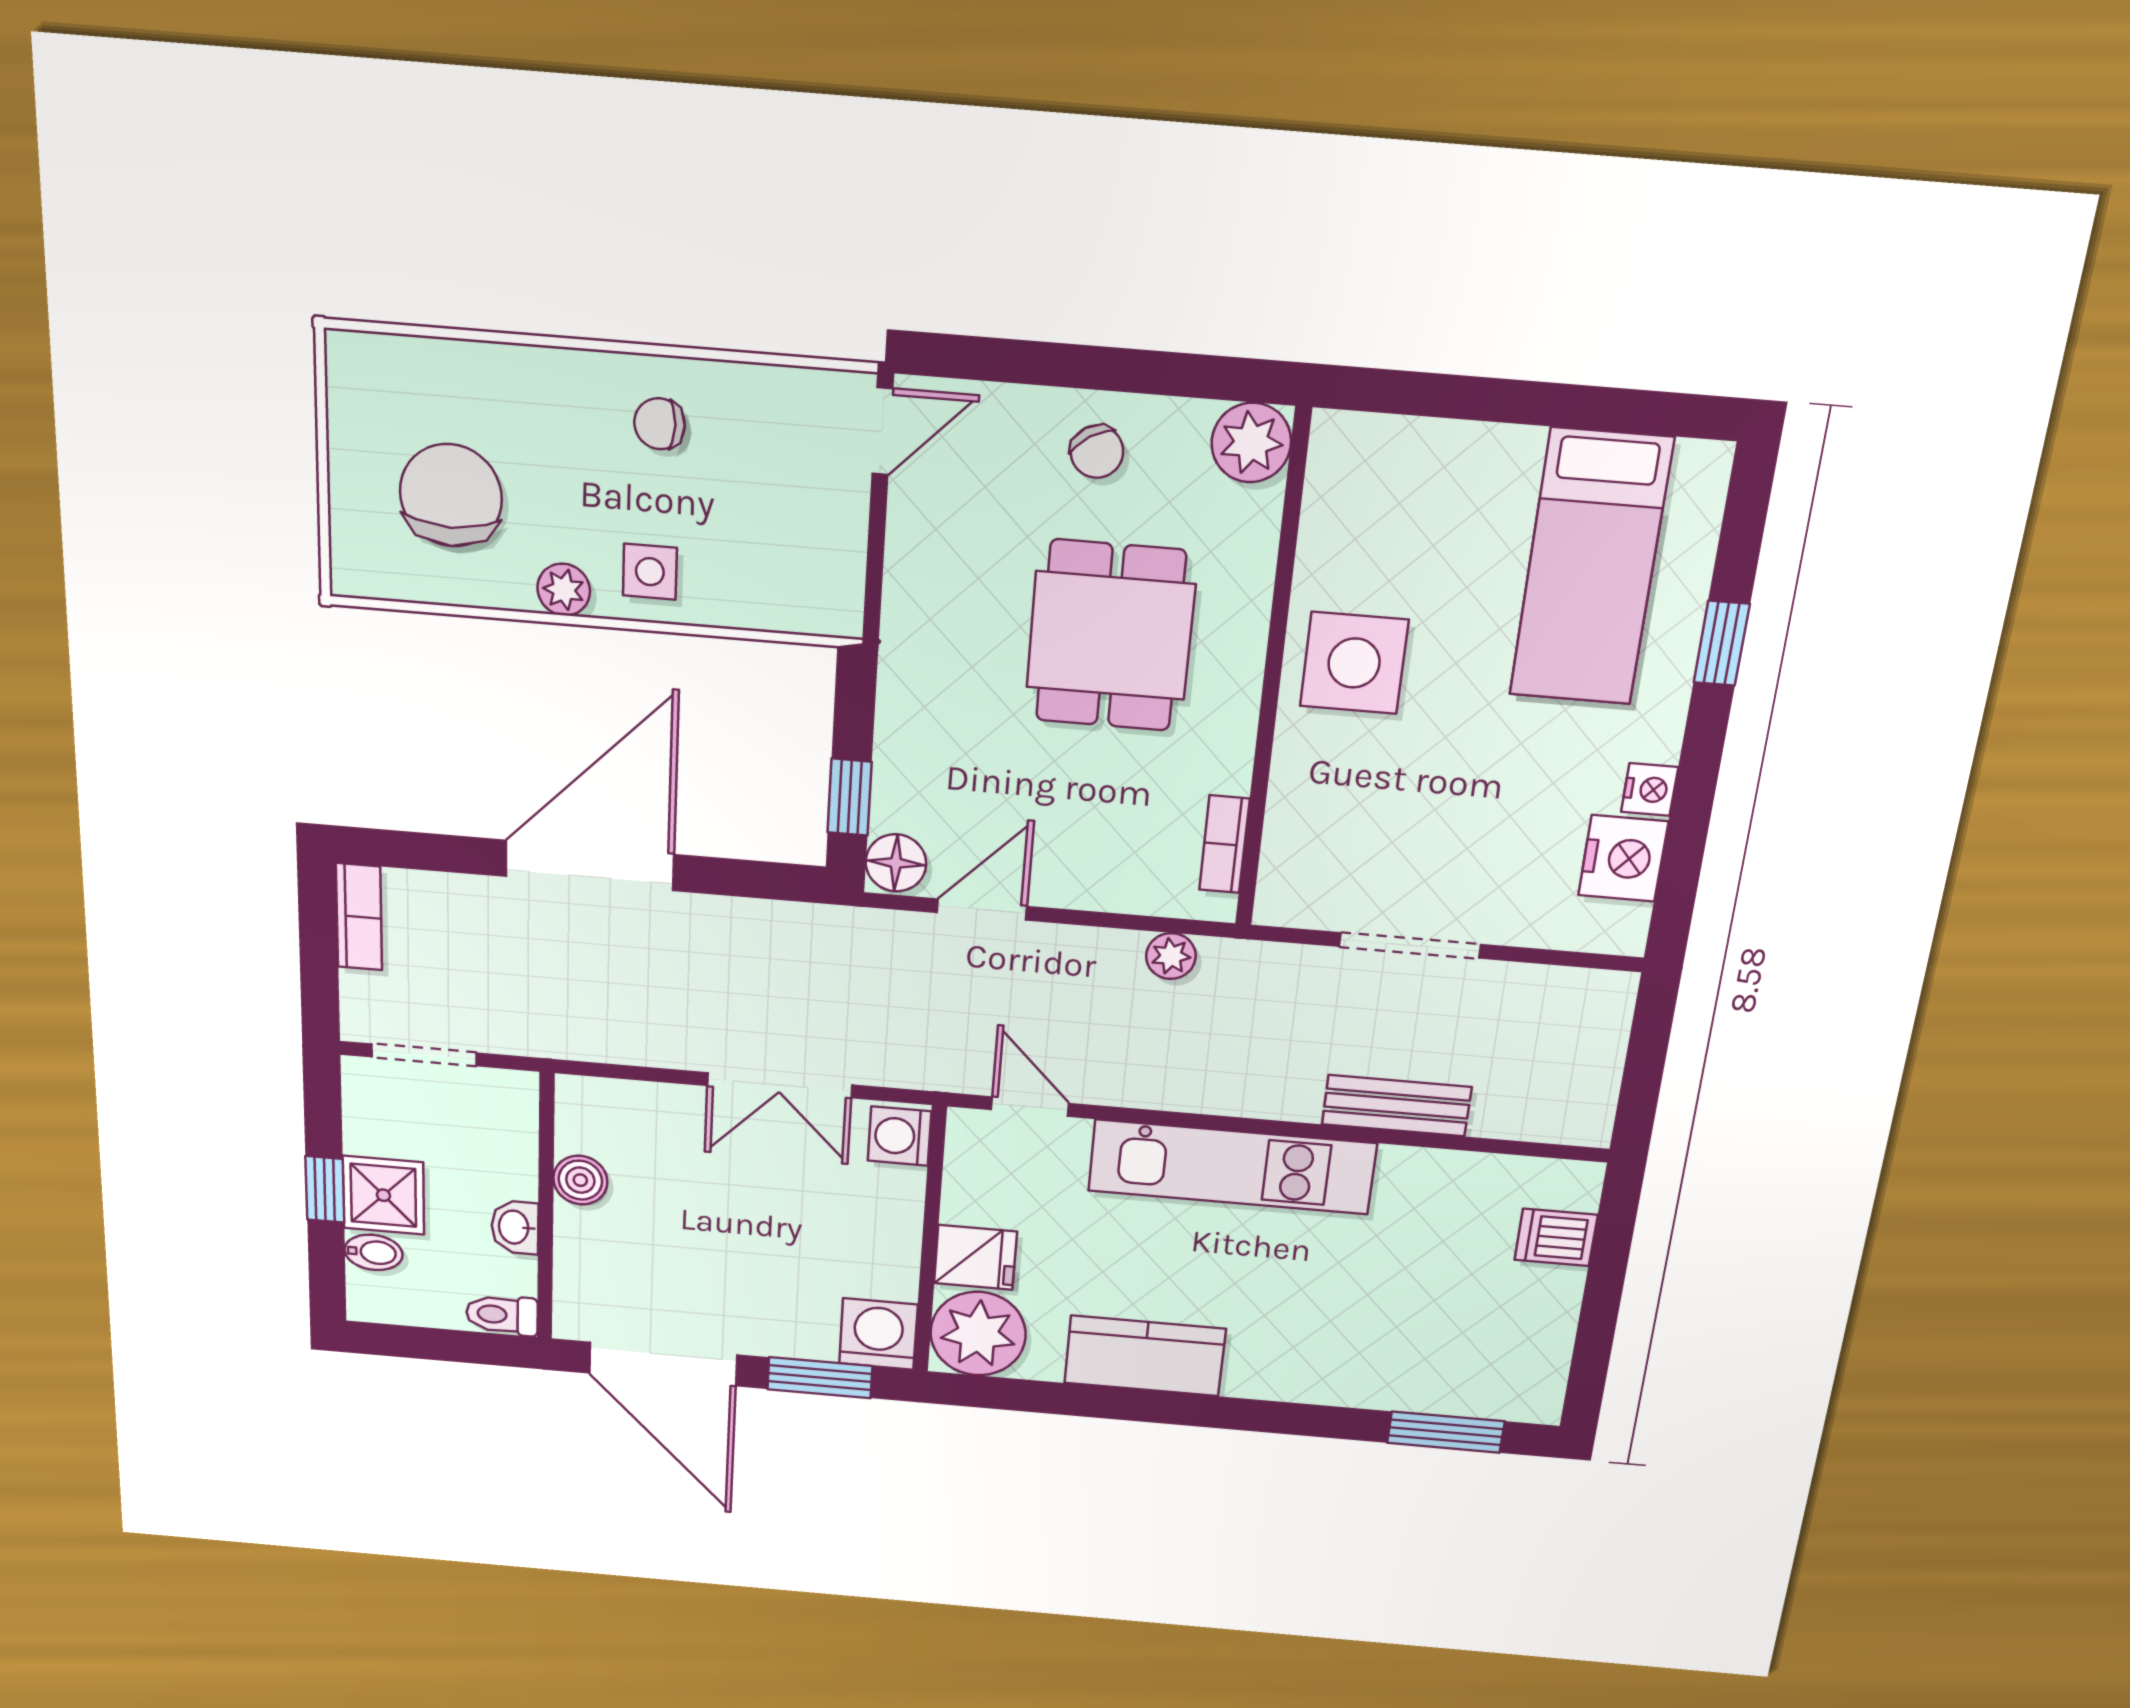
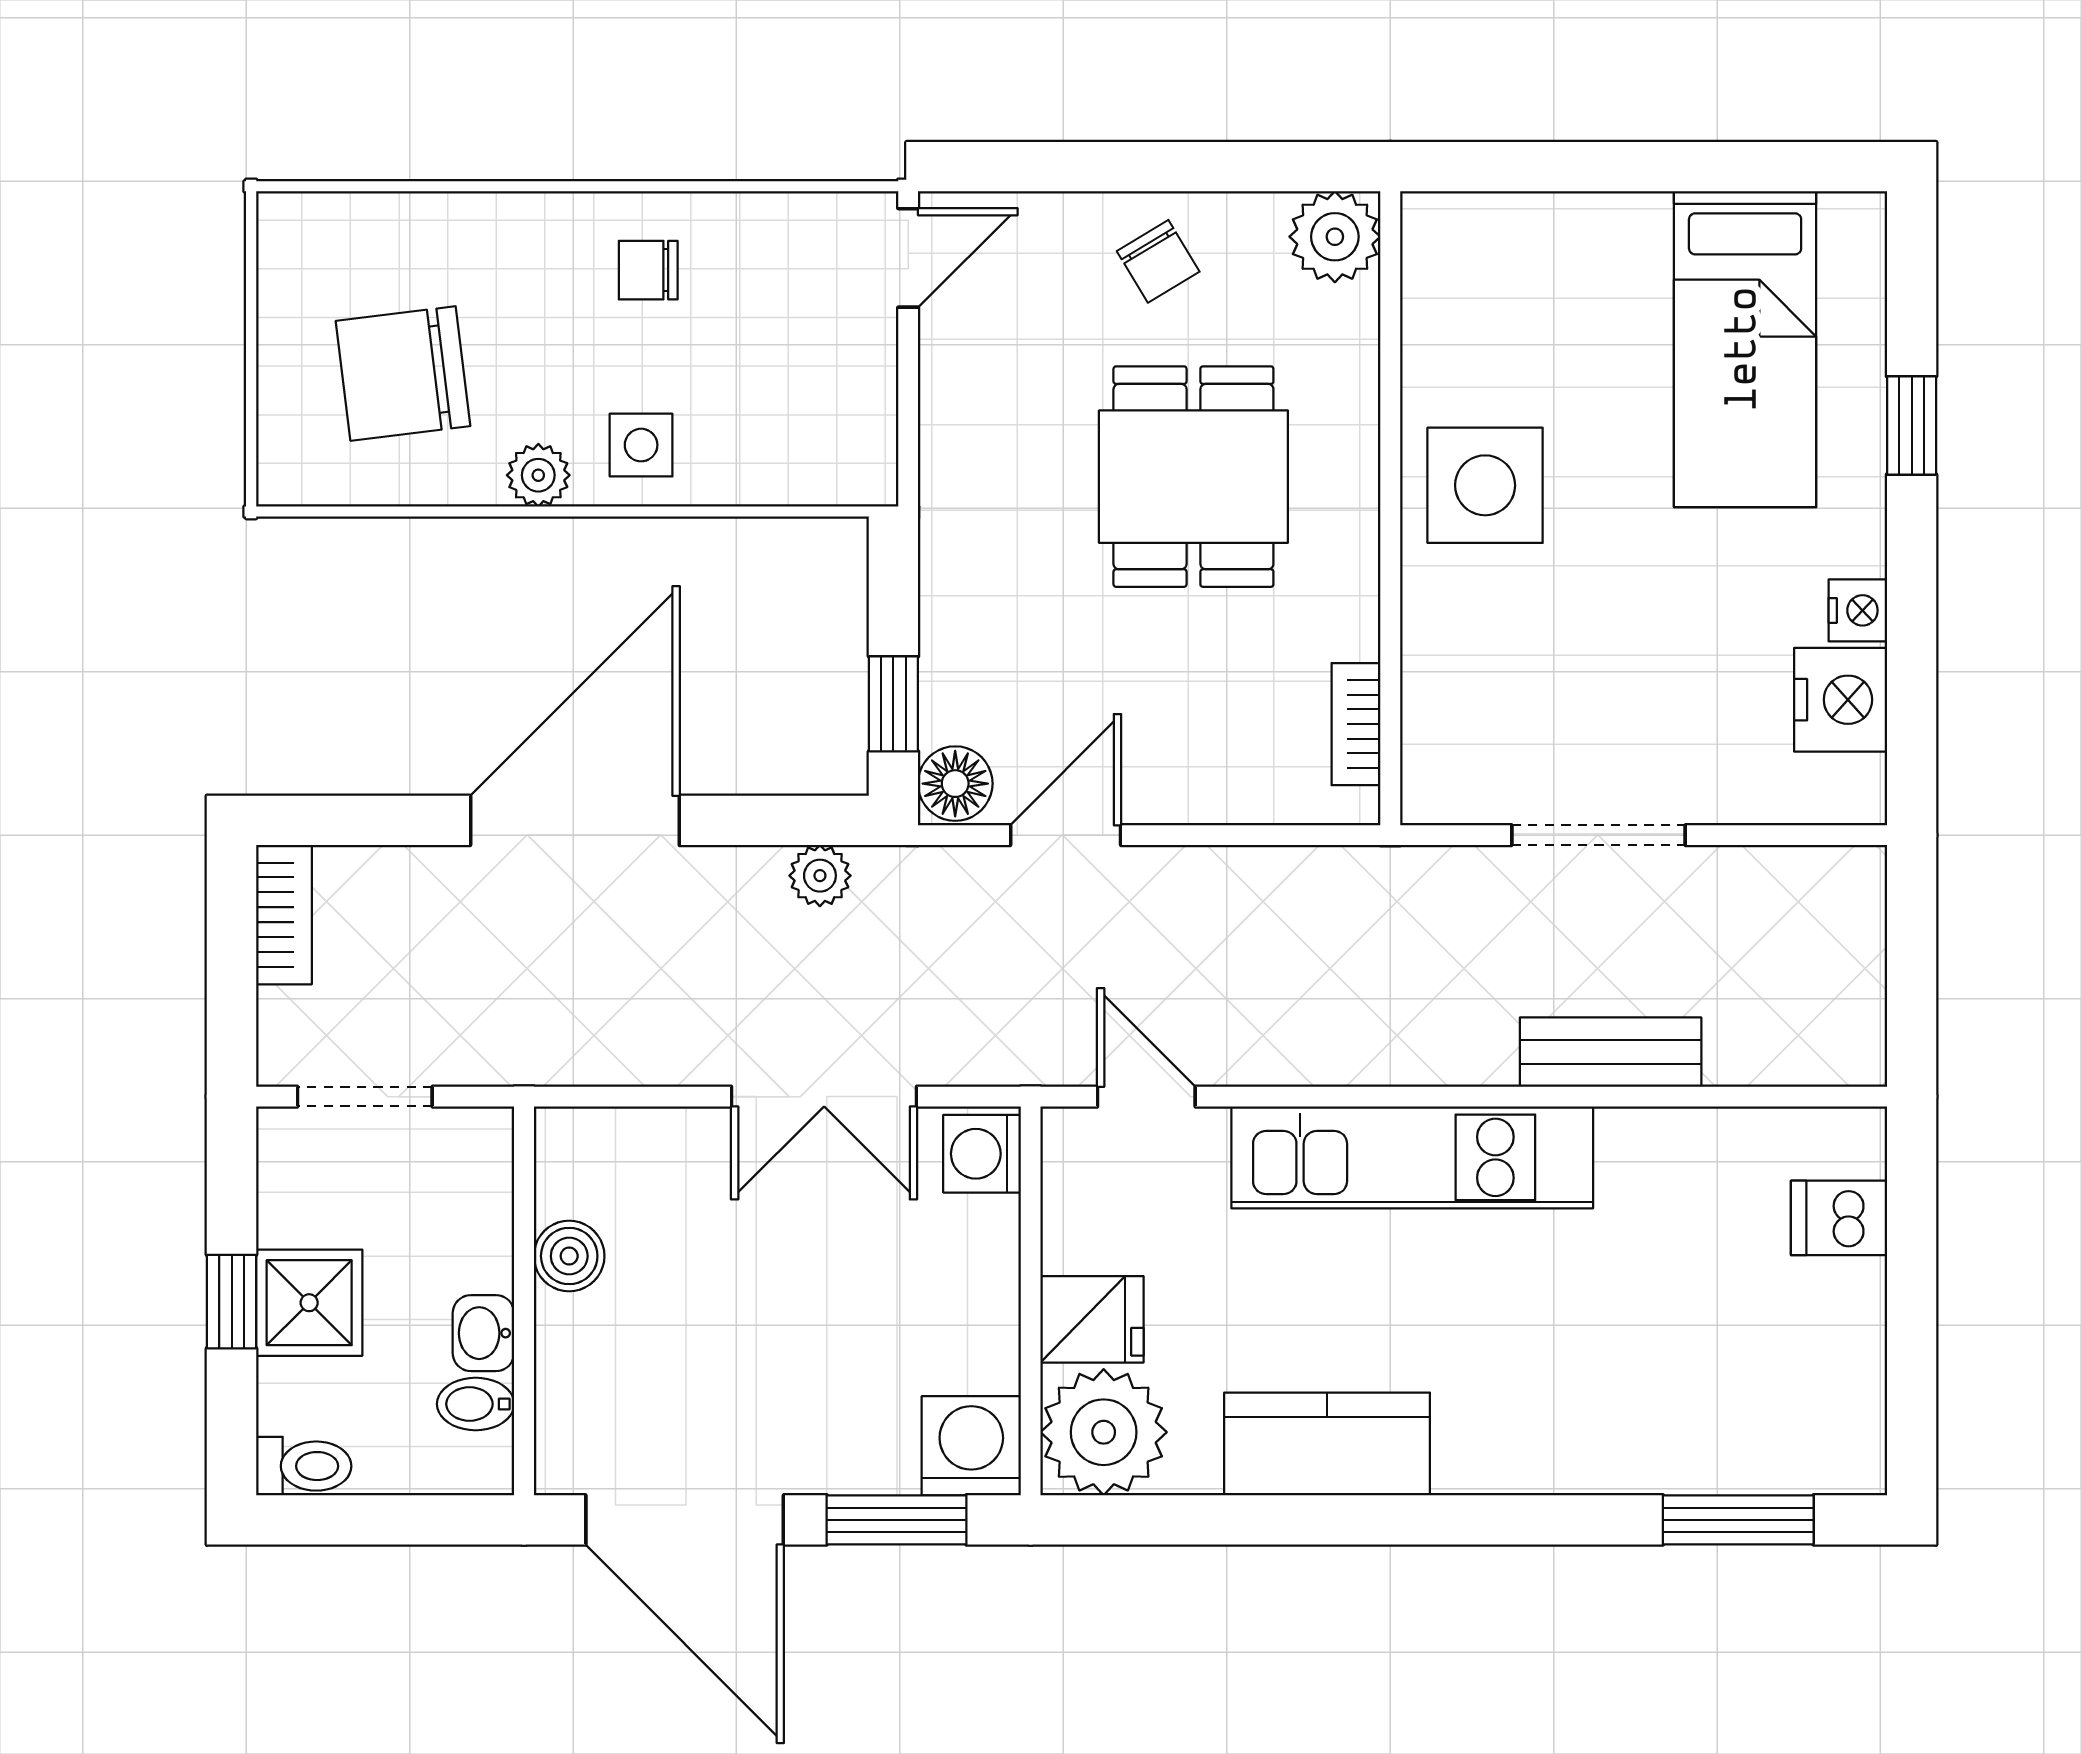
chair: (451, 495) -> (403, 374), turned -97
plant: (1171, 956) -> (820, 876), moved
bidet: (374, 1252) -> (476, 1404), moved, turned 180
toilet: (502, 1315) -> (304, 1466), moved, turned 180

